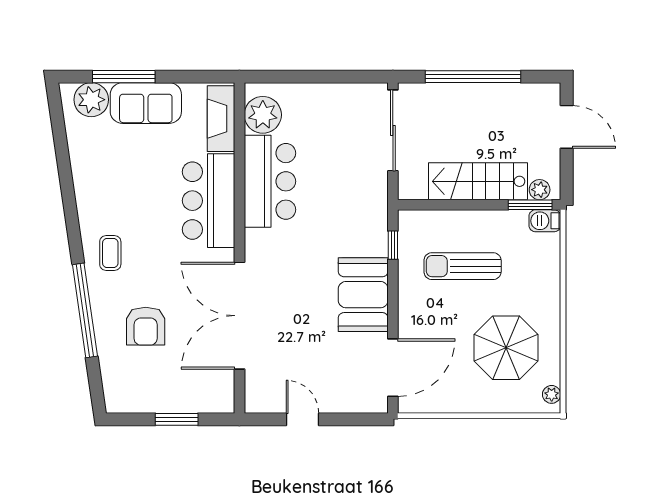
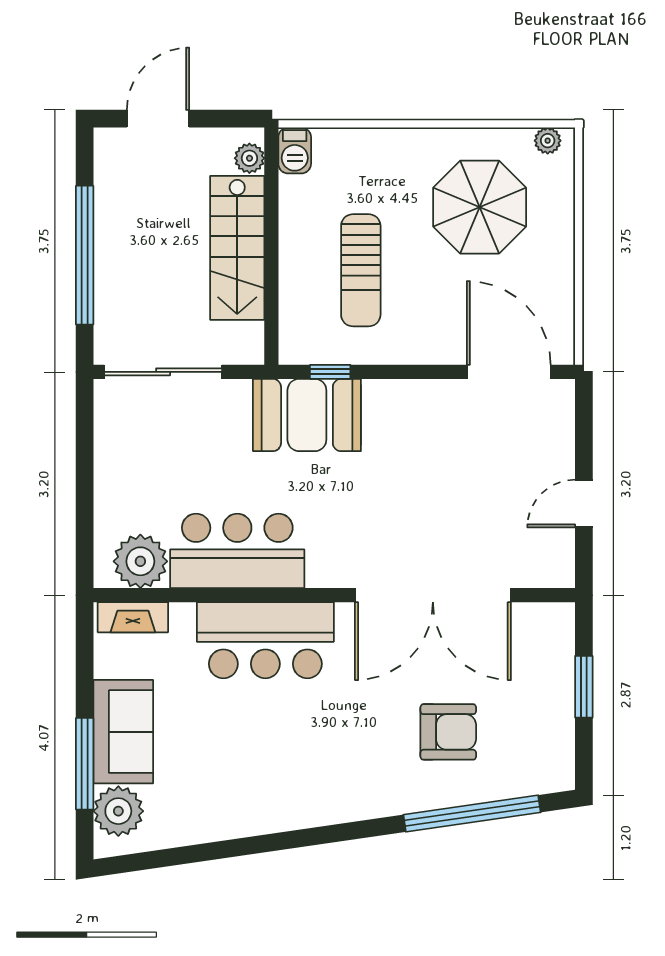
fireplace: (221, 119) -> (133, 617), width x0.73, depth x0.76
window: (530, 205) -> (271, 172), removed
coffee table: (110, 253) -> (342, 783), removed
booth: (363, 295) -> (307, 415), moved
window: (85, 310) -> (472, 814), moved

